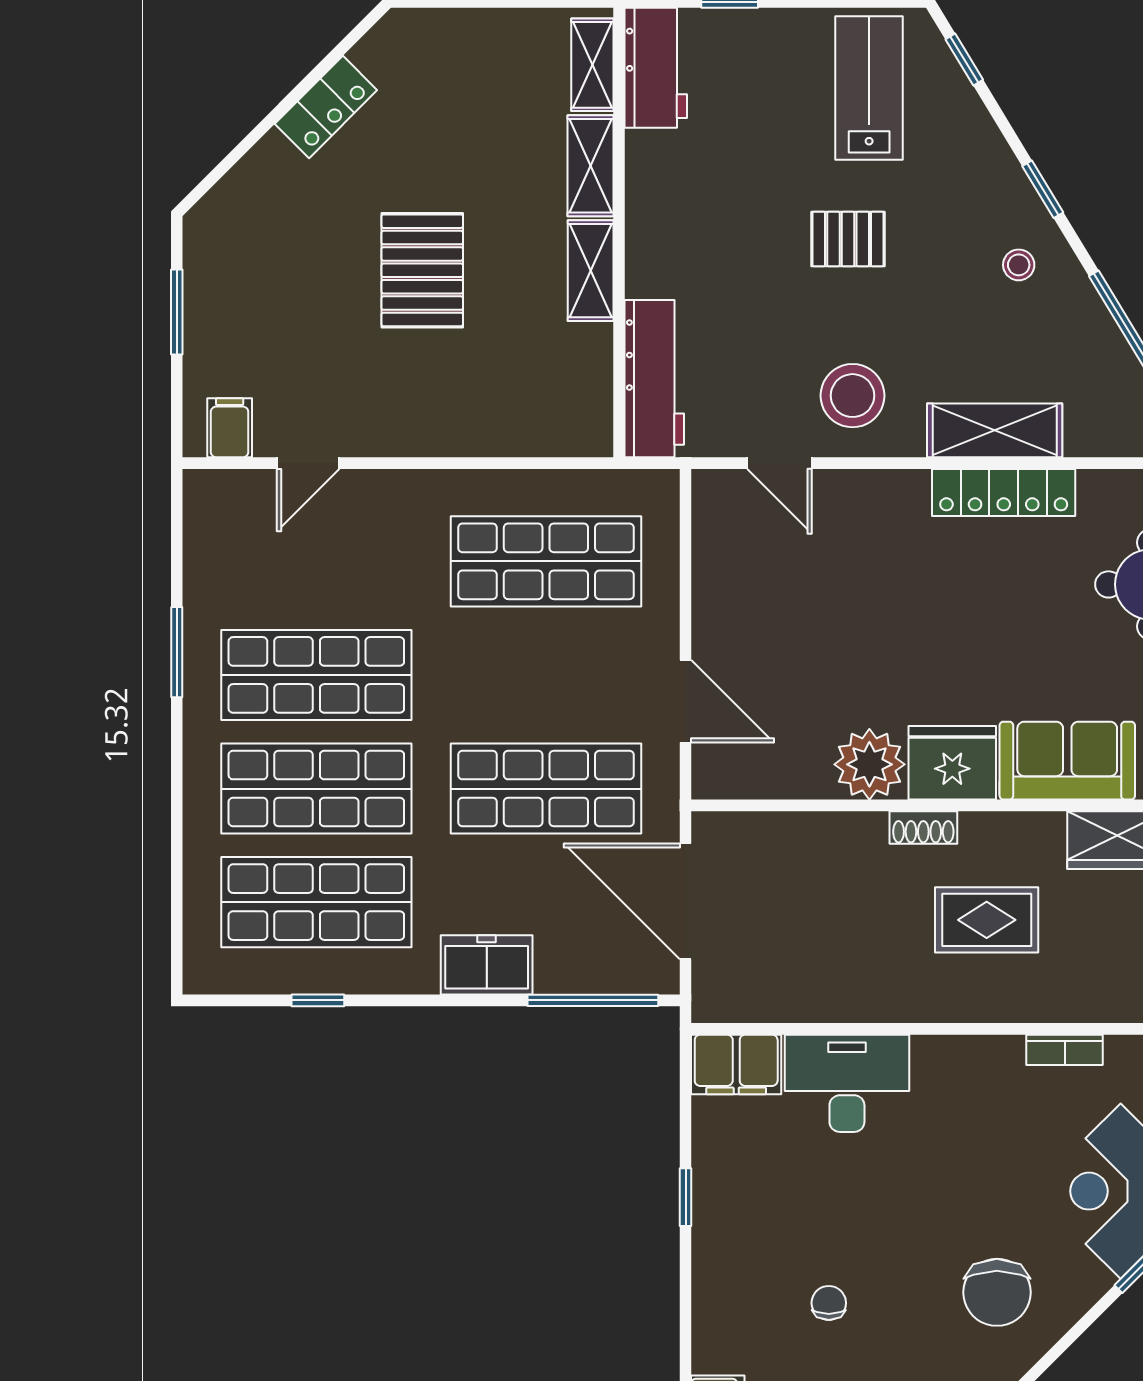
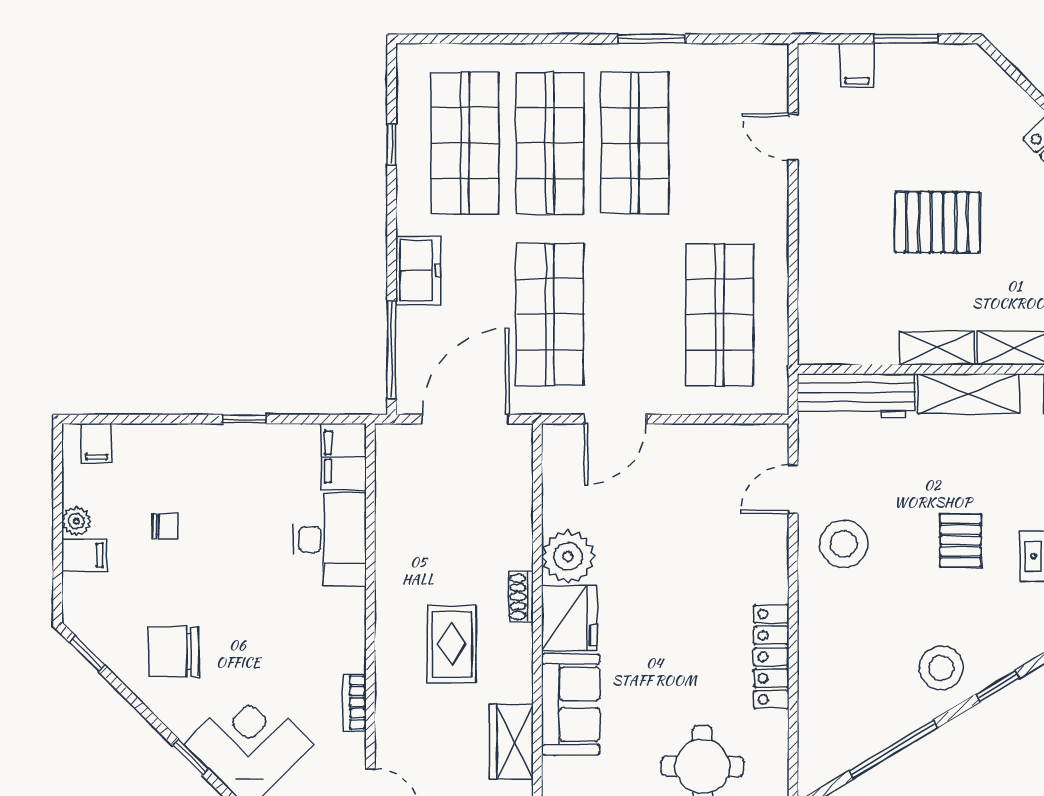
stool: (1019, 265) -> (941, 668), width x1.89, depth x1.89
filing cabinet: (230, 428) -> (857, 65), moved, turned 90
shelving: (995, 430) -> (968, 394), moved, turned 90

